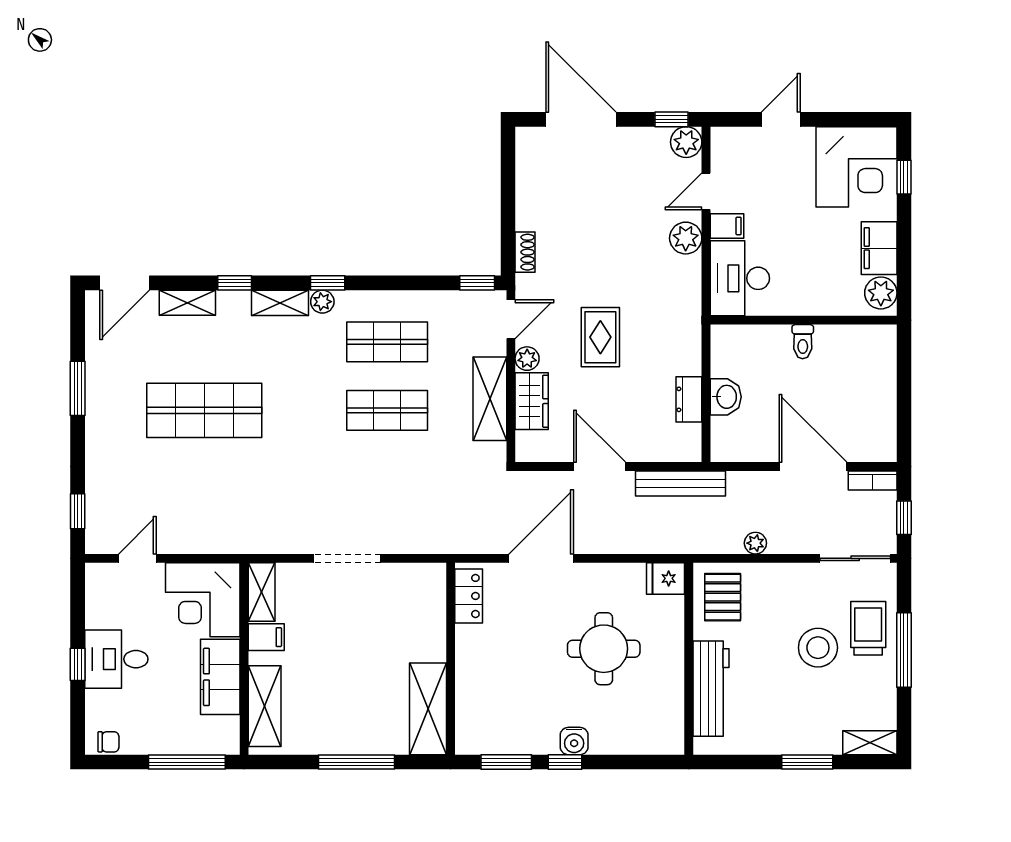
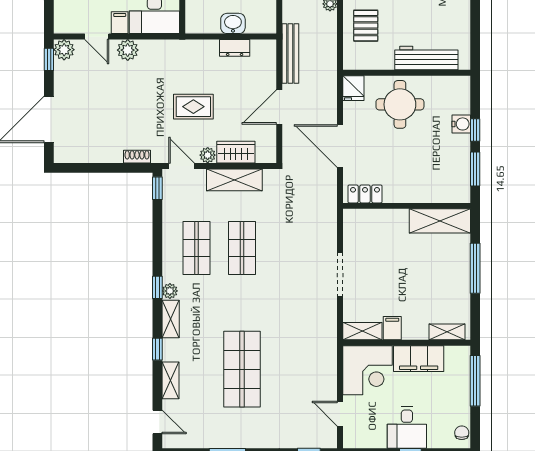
door: (125, 283) -> (157, 422), width x0.73
fridge: (666, 578) -> (353, 88), moved
pallet: (723, 597) -> (366, 26), turned 90
wall: (689, 659) -> (407, 73), moved
workbench: (711, 689) -> (426, 58), moved
shelving: (265, 706) -> (447, 332), width x0.67, depth x0.75

